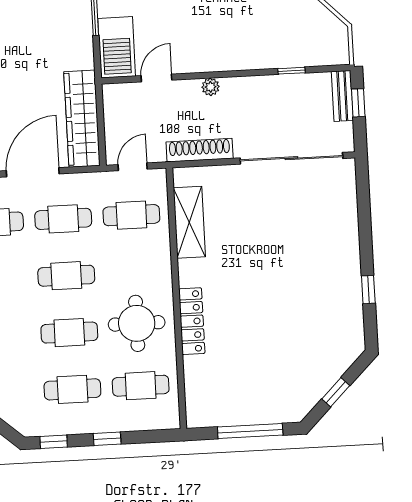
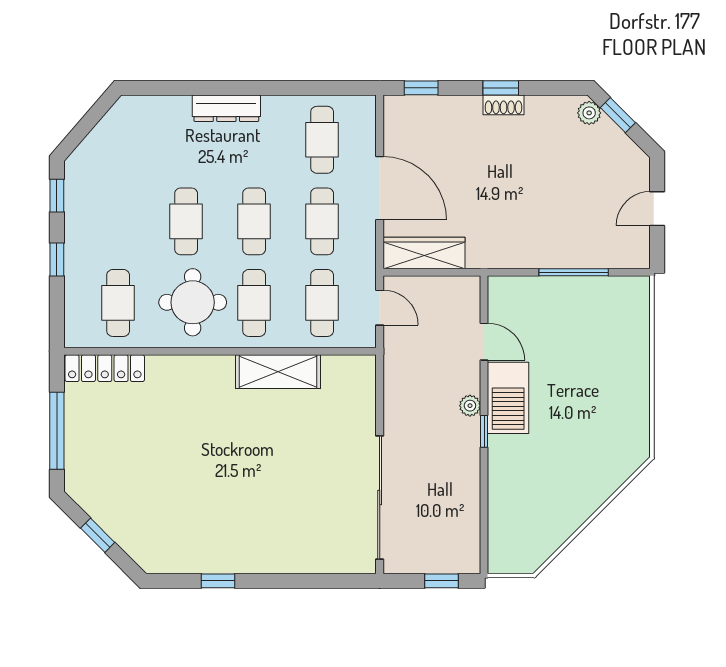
barbecue: (117, 47) -> (508, 398), moved, turned -90
window: (291, 71) -> (484, 431), moved
bench: (342, 96) -> (451, 562), removed
wardrobe: (82, 119) -> (424, 253), width x0.71, depth x0.85
shoe rack: (200, 150) -> (395, 388), removed
shelving: (189, 222) -> (278, 372), moved
locker: (192, 321) -> (105, 368), moved
cafe table: (72, 389) -> (254, 303), moved

